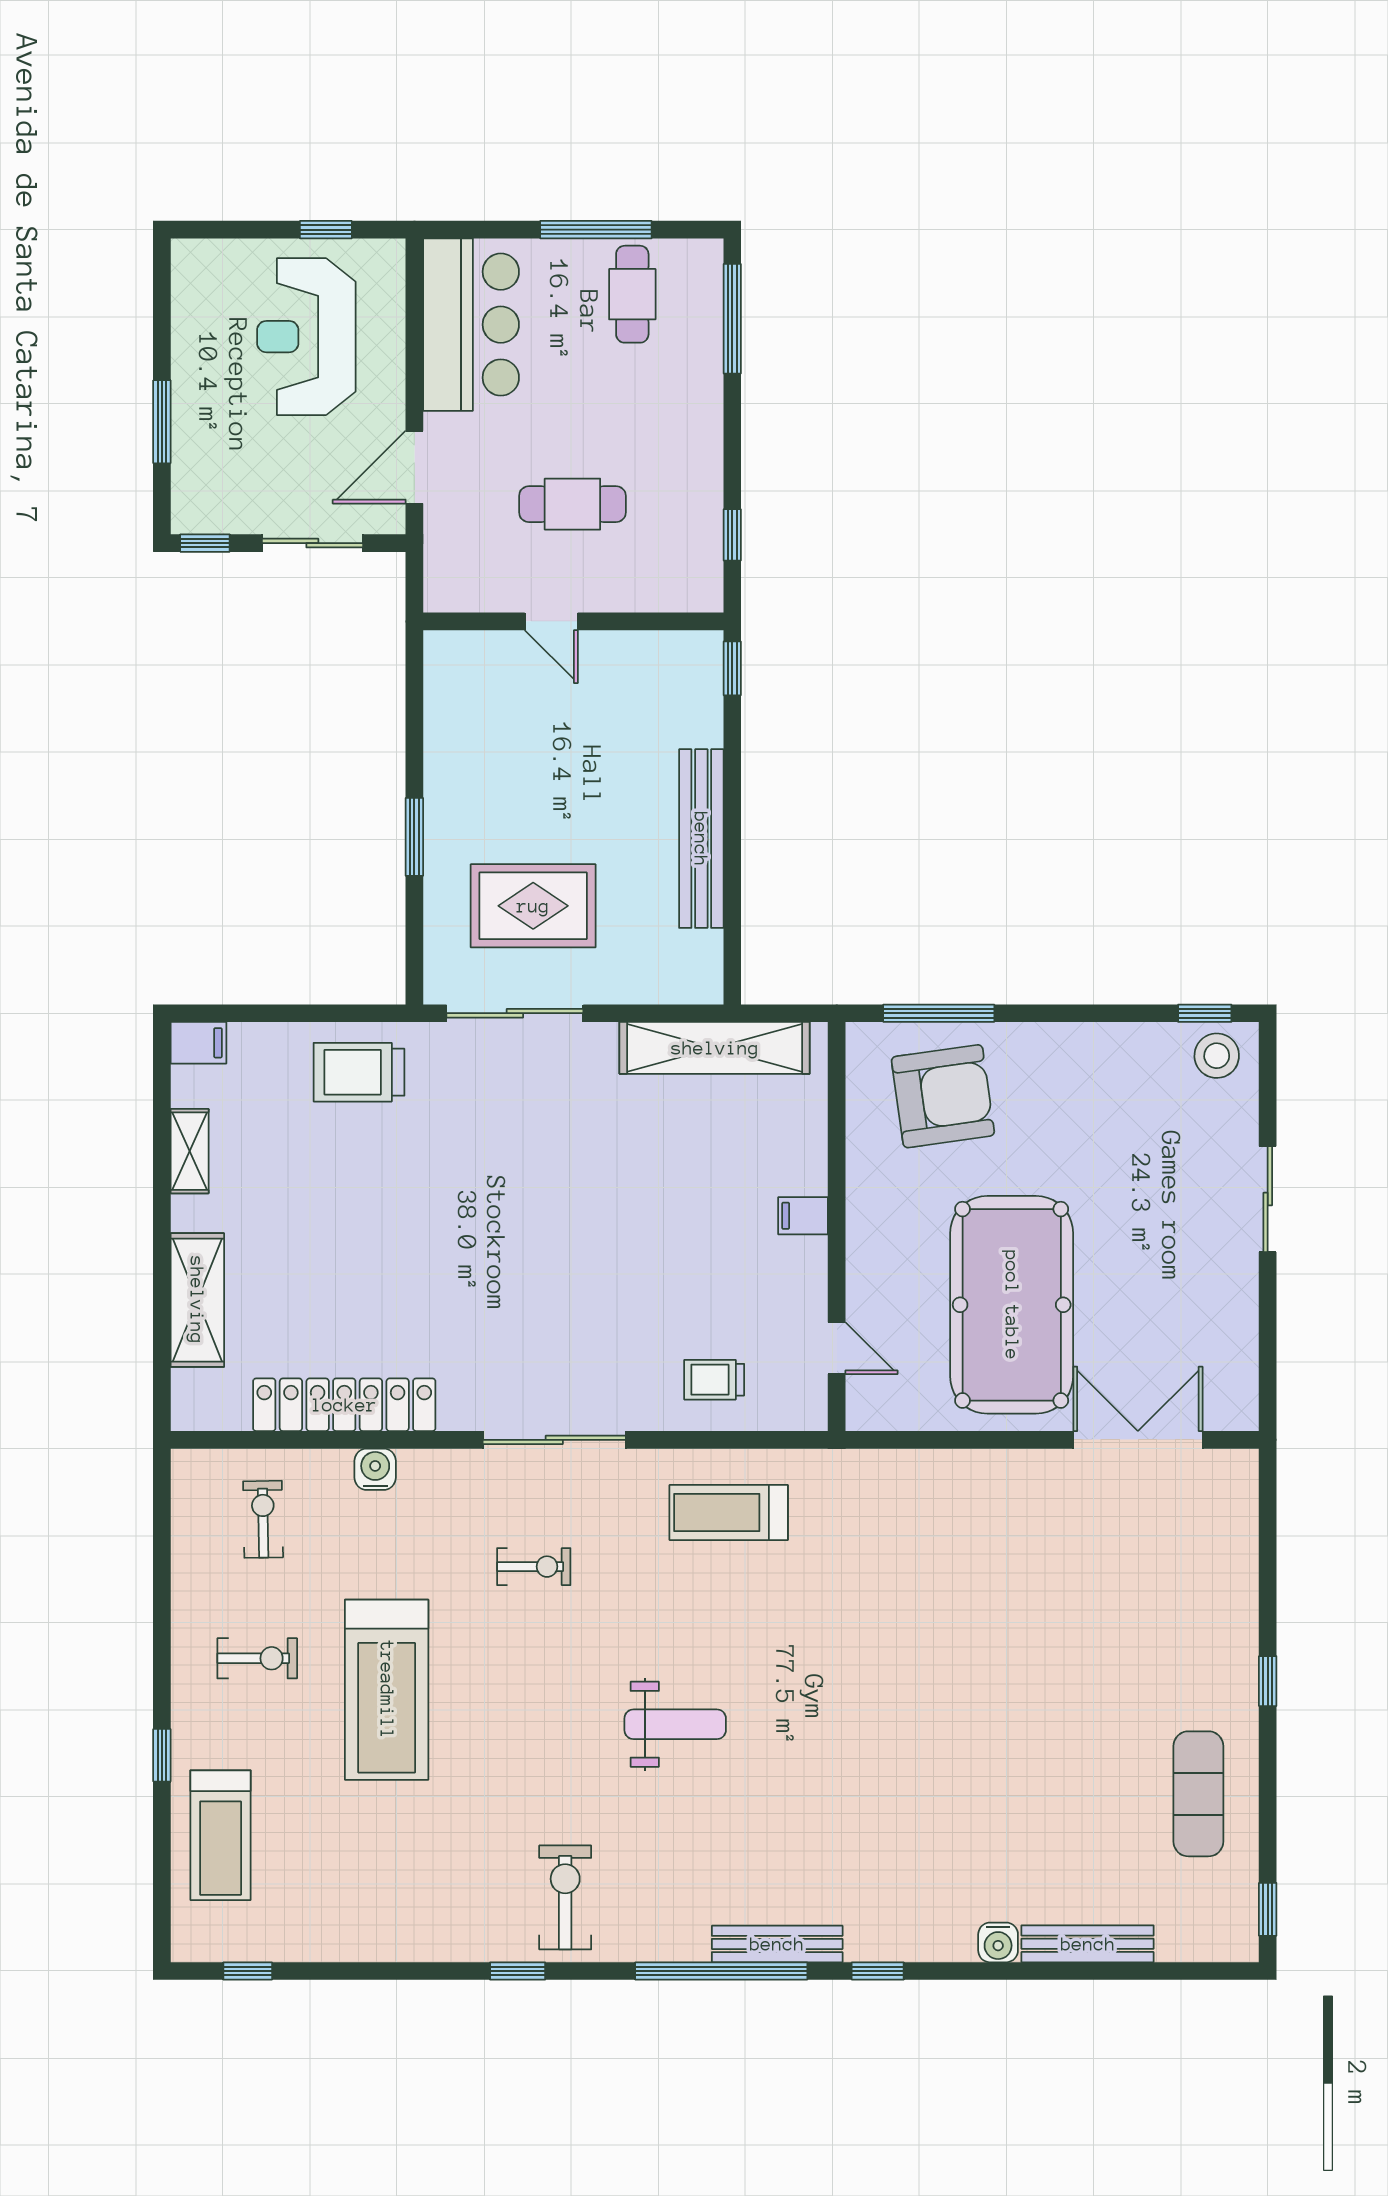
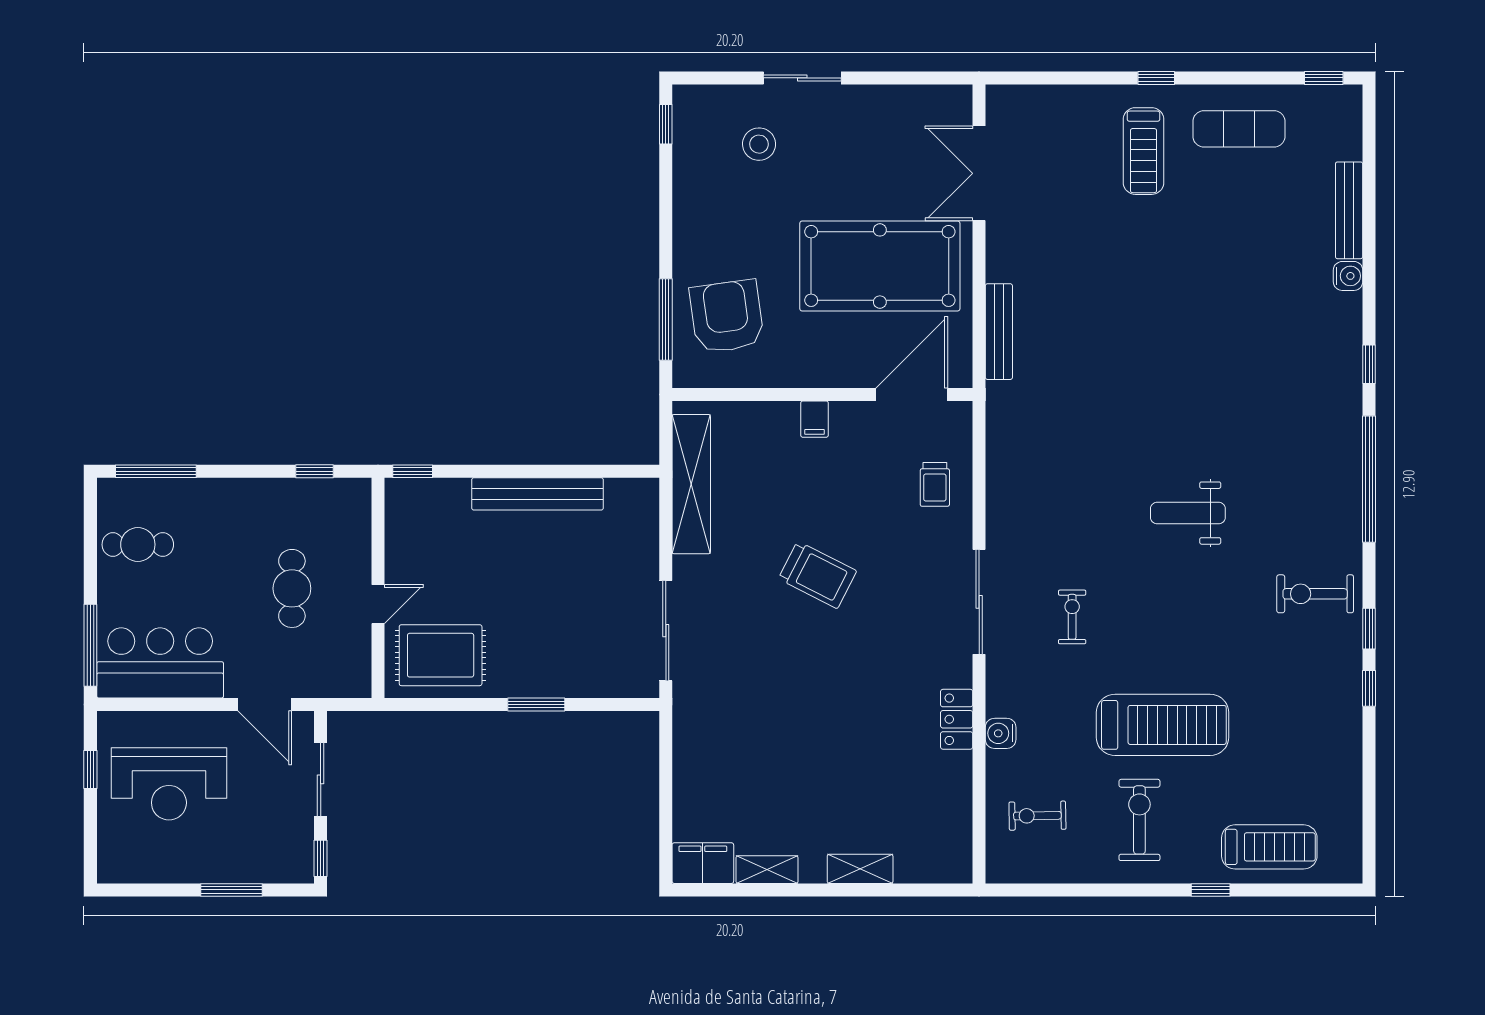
window: (596, 230) -> (90, 645), moved
rug: (533, 906) -> (441, 655), moved, turned 90
filing cabinet: (198, 1043) -> (703, 863), width x2.00
stool: (1217, 1056) -> (759, 144), moved
trolley: (359, 1072) -> (817, 575), moved, turned -63
shelving: (197, 1300) -> (860, 869), width x0.67, depth x0.75
door: (837, 1348) -> (912, 394), width x1.87
locker: (344, 1405) -> (957, 719), width x0.46, depth x0.83
treadmill: (729, 1513) -> (1143, 151), moved
exercise bike: (257, 1658) -> (1139, 820), width x1.38, depth x1.39
weight bench: (675, 1724) -> (1188, 513), turned -90
bench: (777, 1944) -> (999, 332), moved
window: (248, 1971) -> (1369, 688), moved

